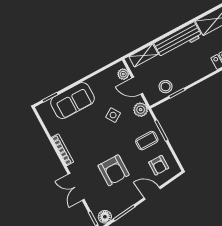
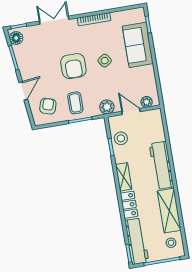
shelving: (144, 55) -> (124, 177), moved
door: (137, 86) -> (131, 112), hinge flipped
side table: (113, 115) -> (105, 61), moved
armchair: (159, 165) -> (48, 106), turned 107
armchair: (114, 170) -> (73, 66), moved, turned -90

